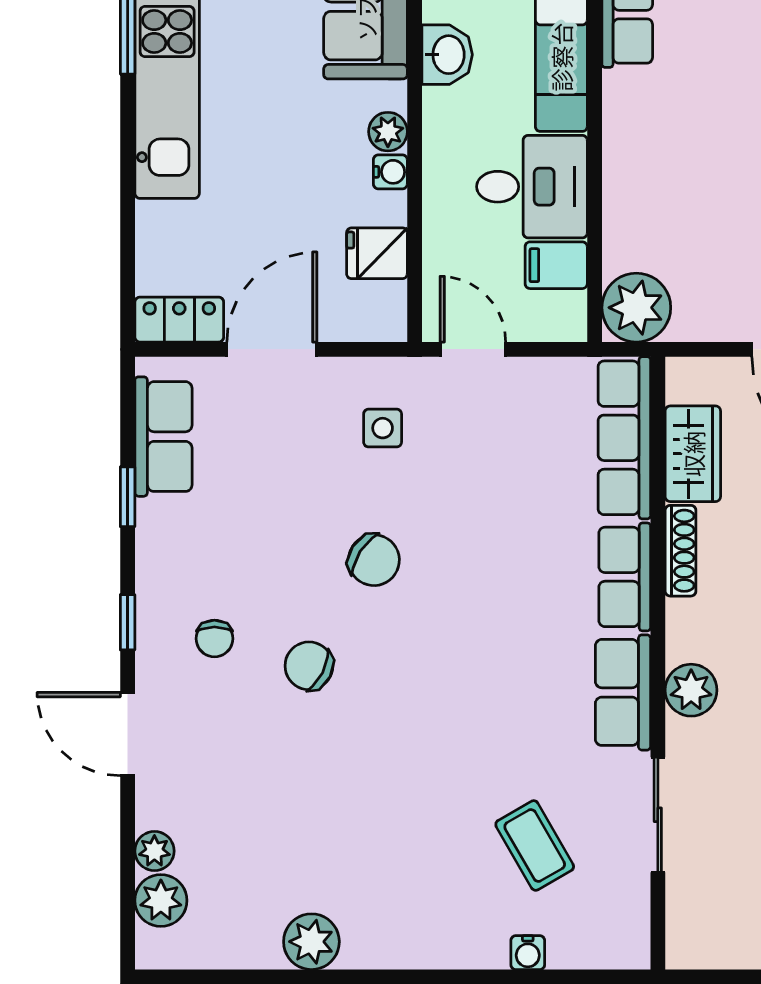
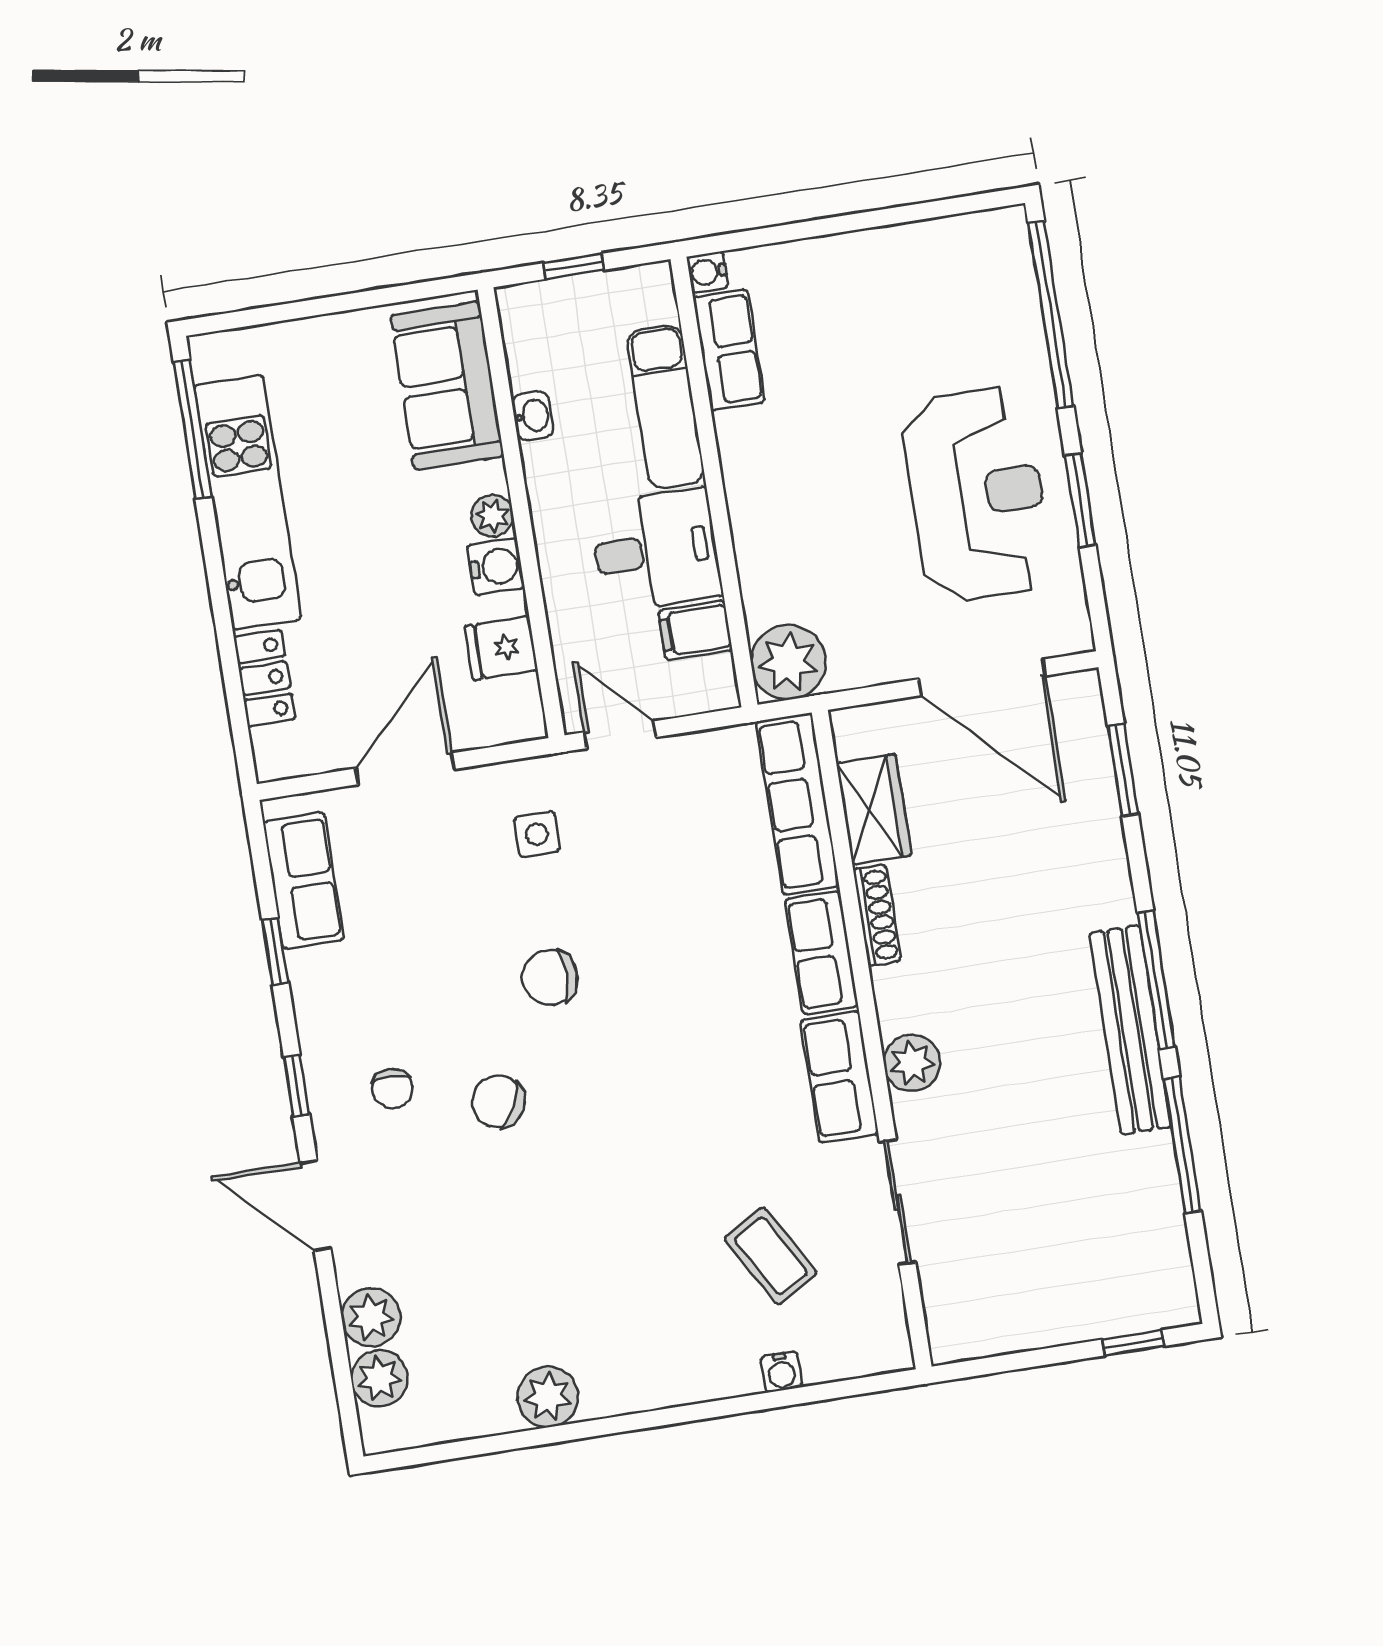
washbasin: (447, 55) -> (533, 416), width x0.72, depth x0.69
water cooler: (390, 172) -> (496, 567), width x1.38, depth x1.38
locker: (179, 320) -> (265, 678), moved, turned 90
chair: (374, 560) -> (550, 977), turned 147
plant: (154, 851) -> (371, 1317), width x1.38, depth x1.38

